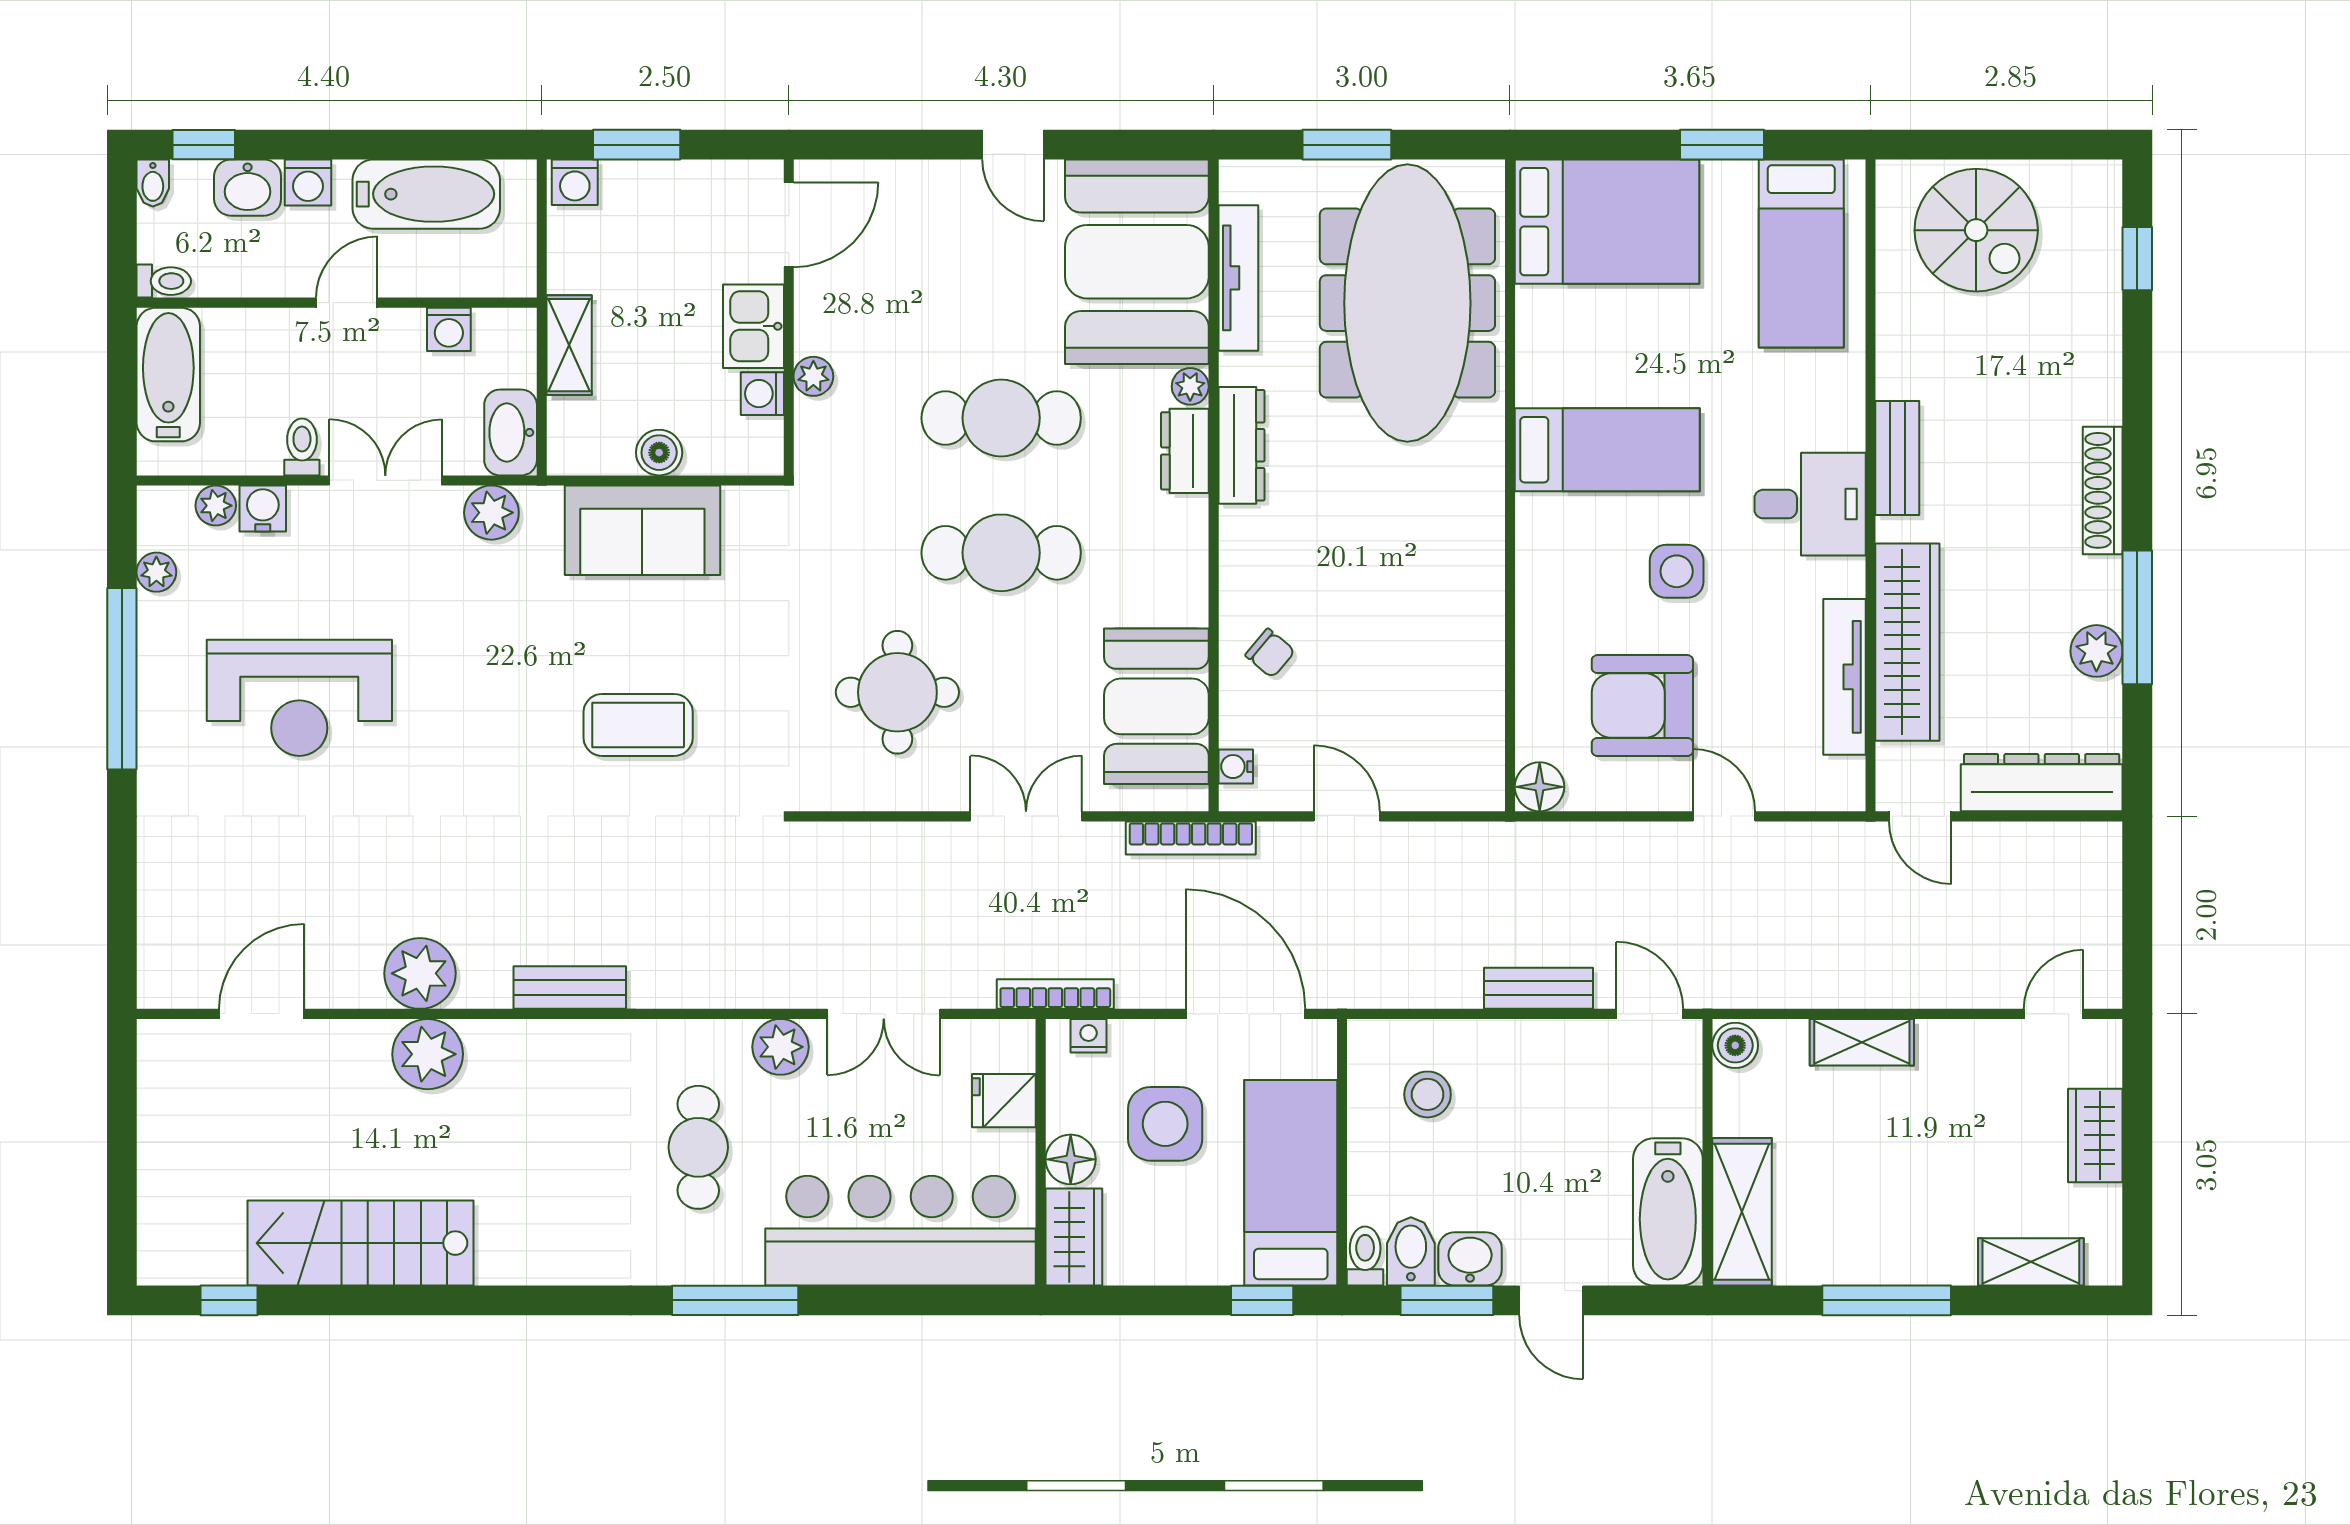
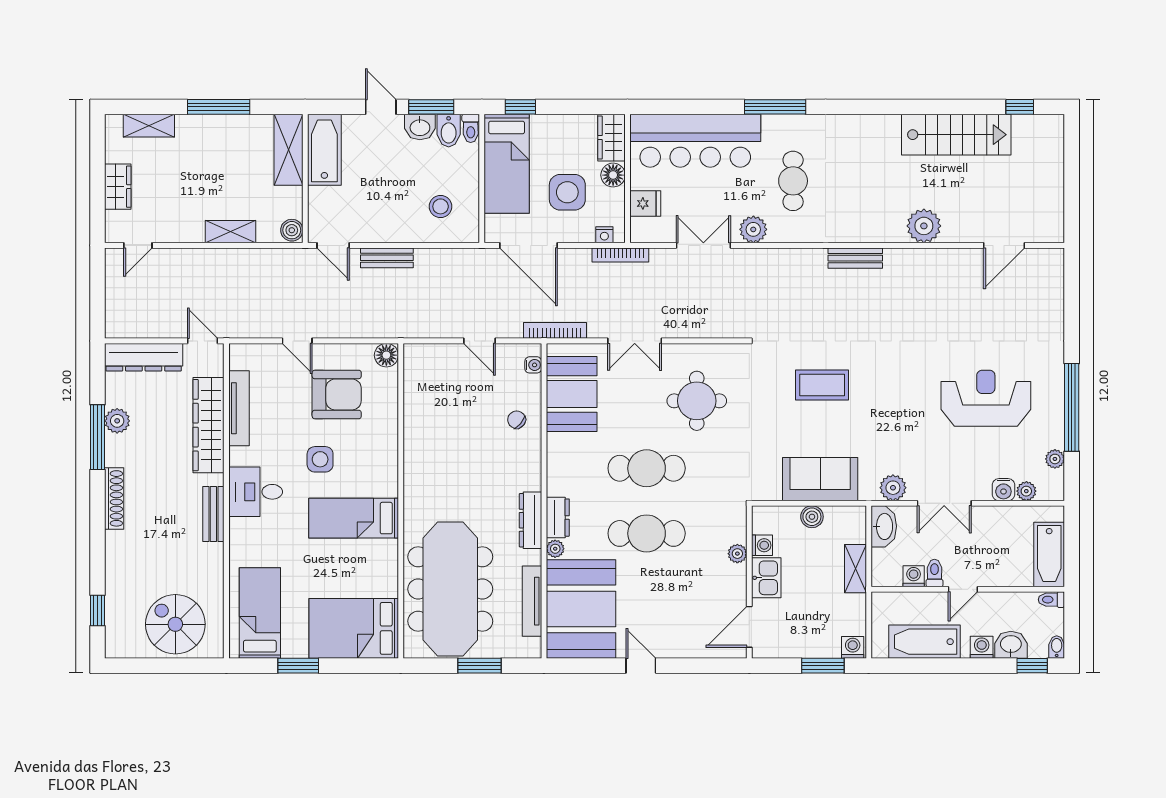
toilet: (302, 447) -> (934, 573), moved, turned 180
plant: (420, 973) -> (928, 265), removed

